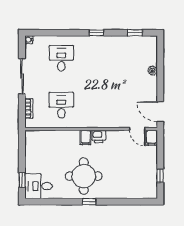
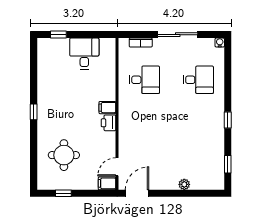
round table: (84, 176) -> (64, 155), moved, width x0.73, depth x0.73
desk: (39, 186) -> (84, 54), moved

